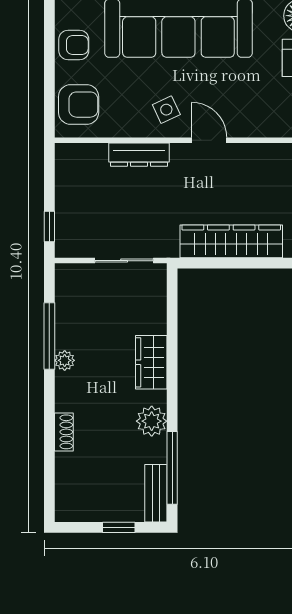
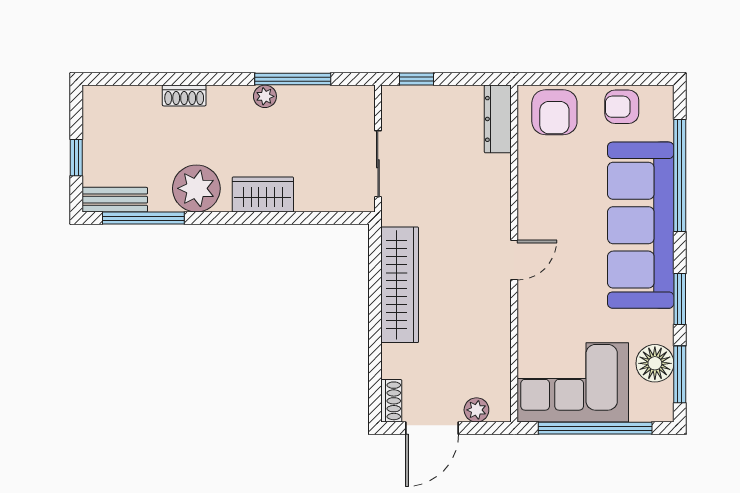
armchair: (74, 45) -> (622, 107), turned 90
side table: (166, 110) -> (549, 211), removed
dresser: (139, 155) -> (498, 119), moved
plant: (152, 421) -> (196, 188), width x1.36, depth x1.36

